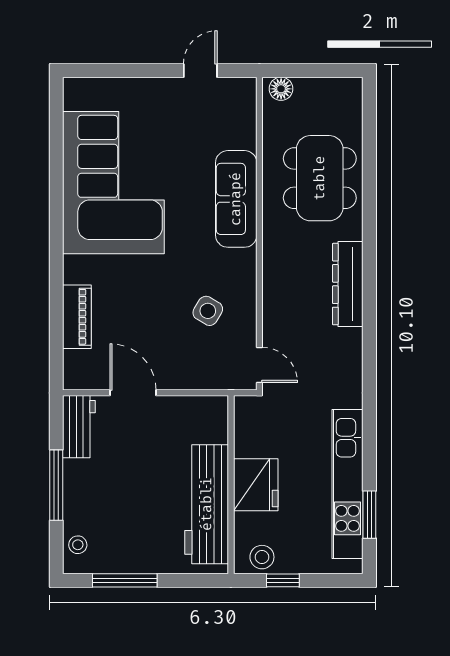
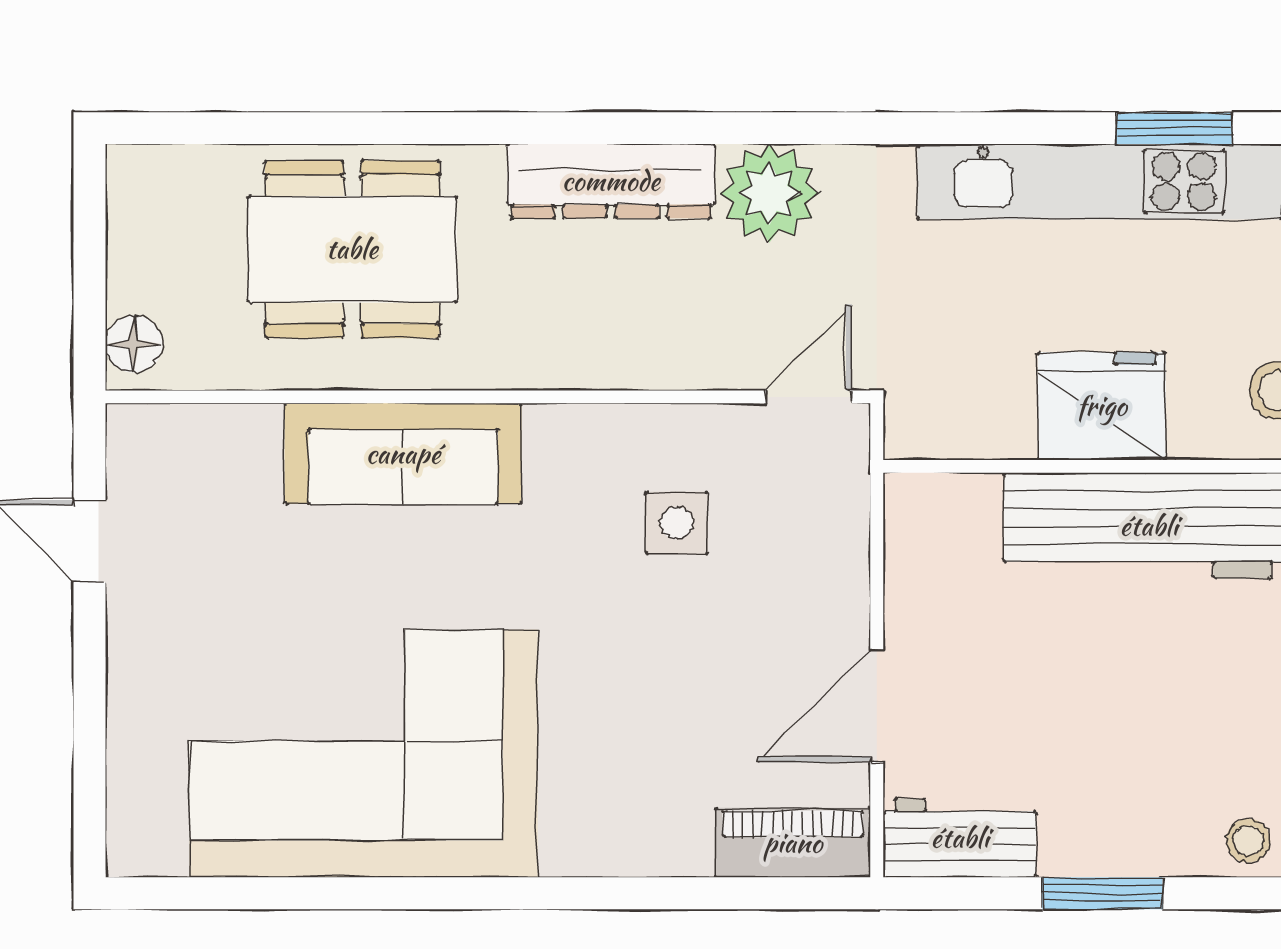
side table: (208, 311) -> (677, 523), turned -31
piano: (77, 317) -> (793, 843), moved
plant: (343, 349) -> (769, 193), added
window: (56, 485) -> (1102, 893), width x0.69

